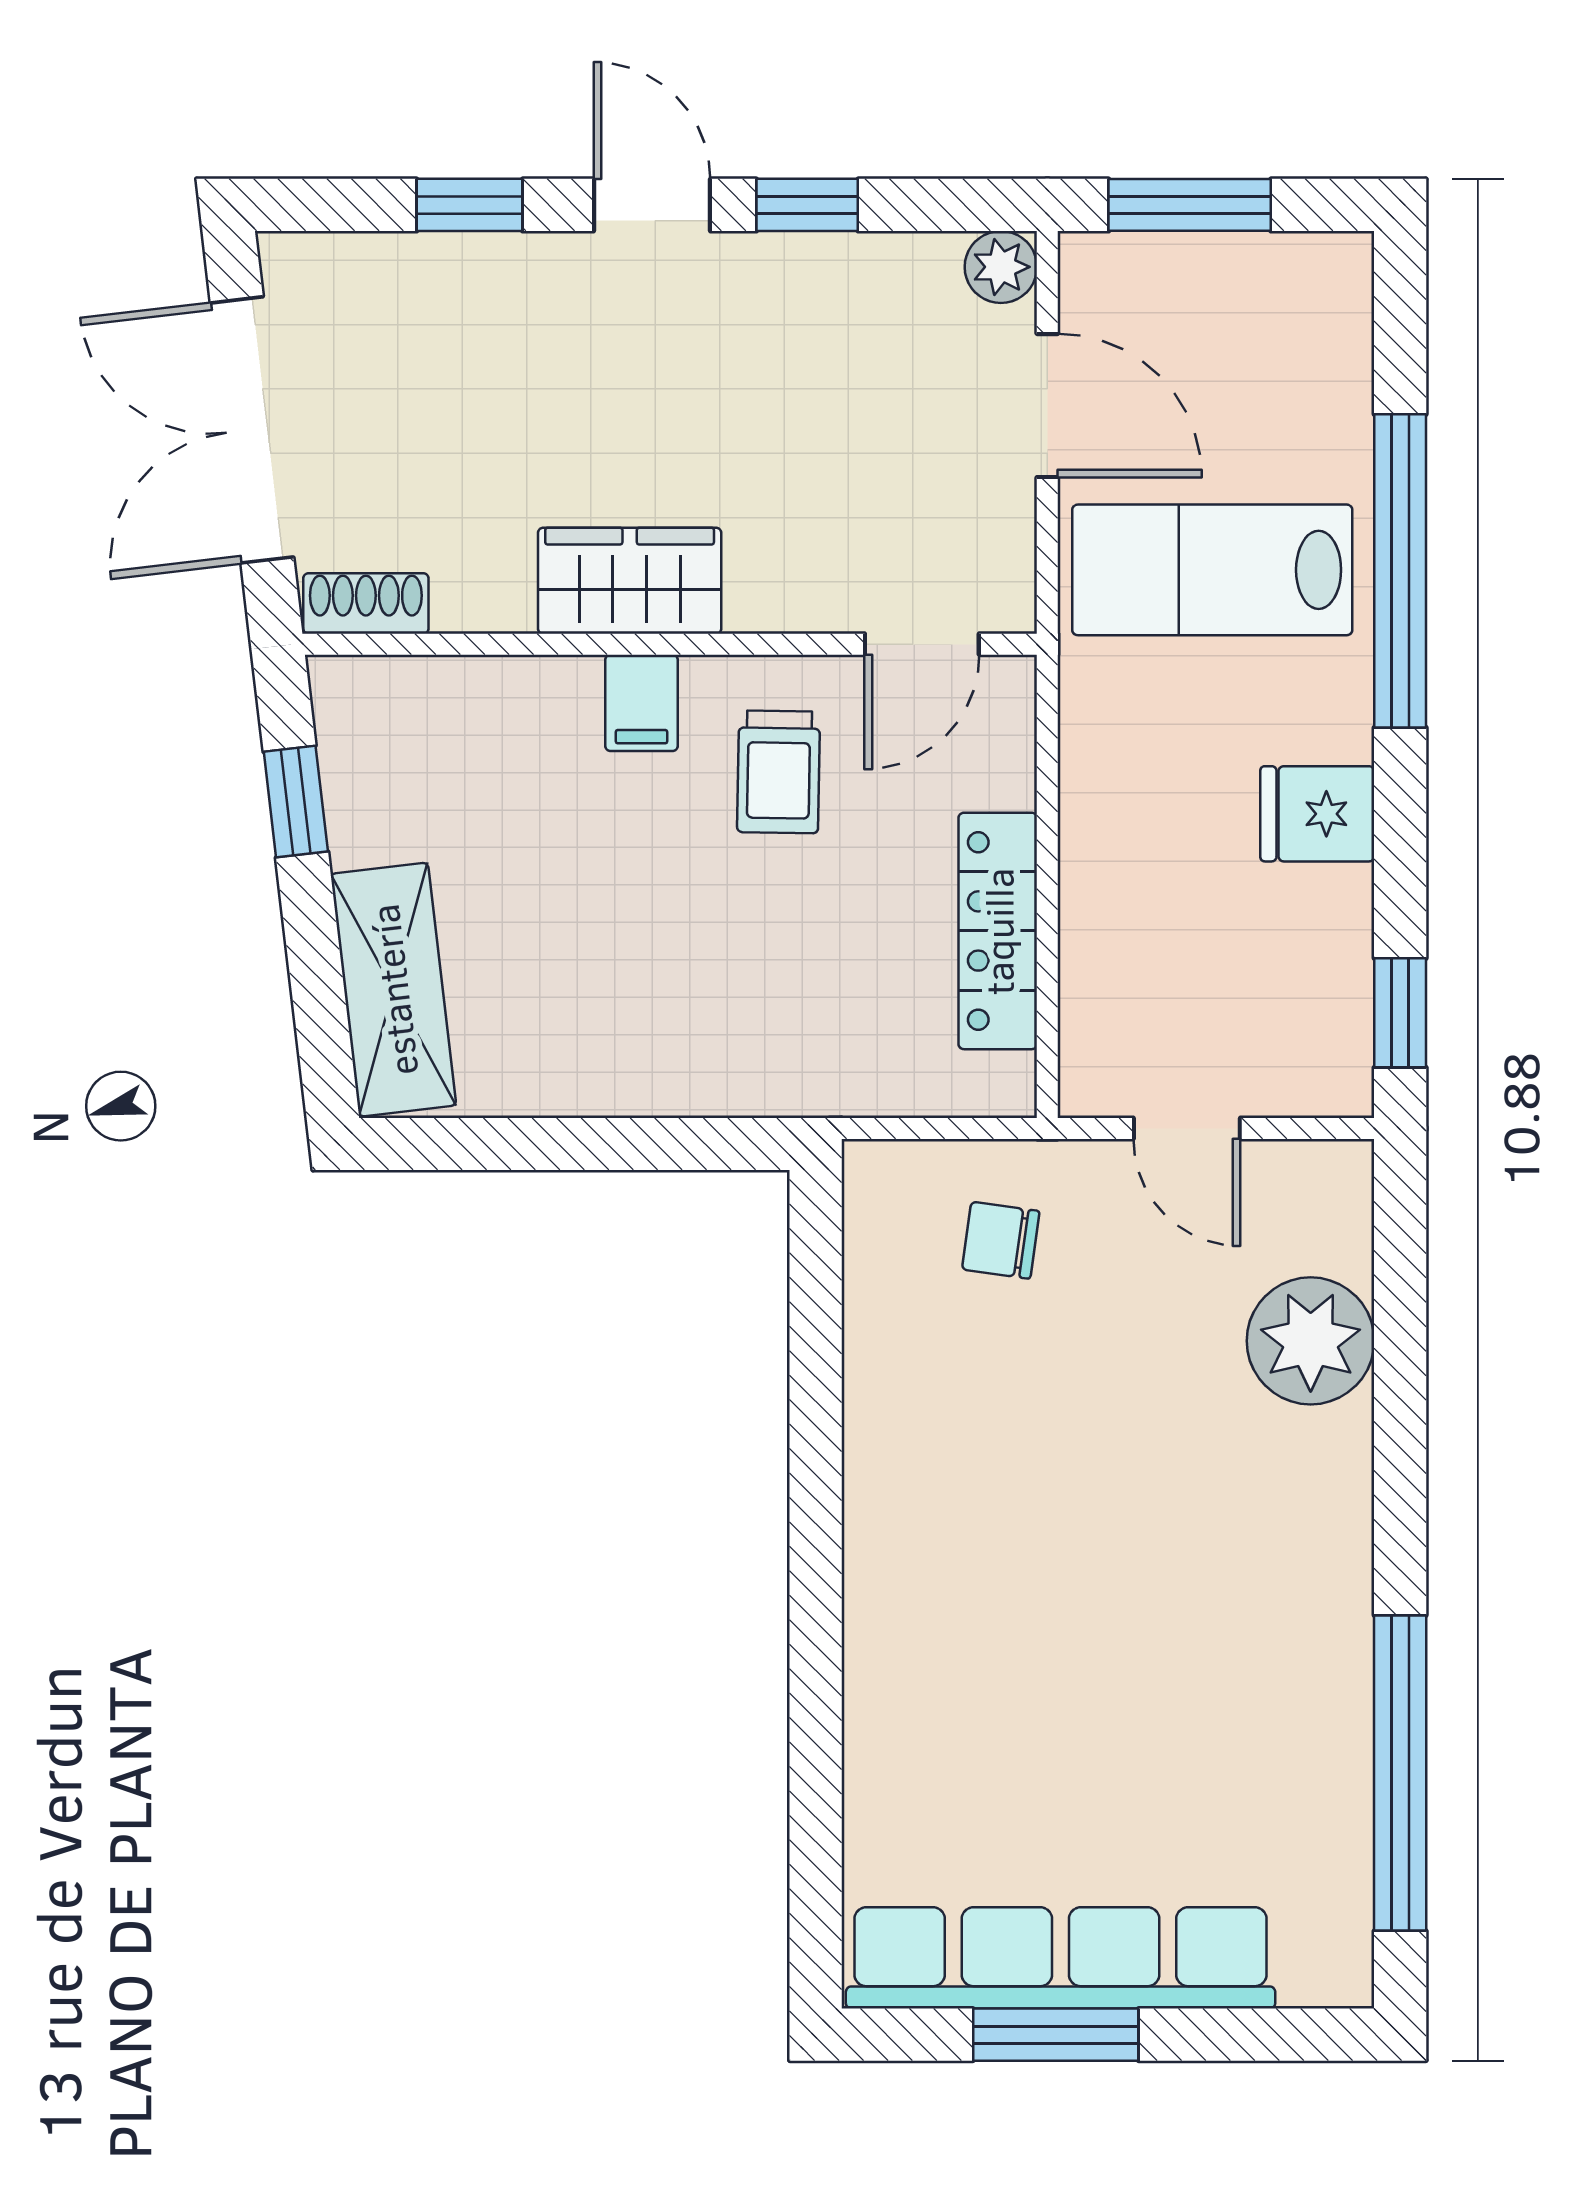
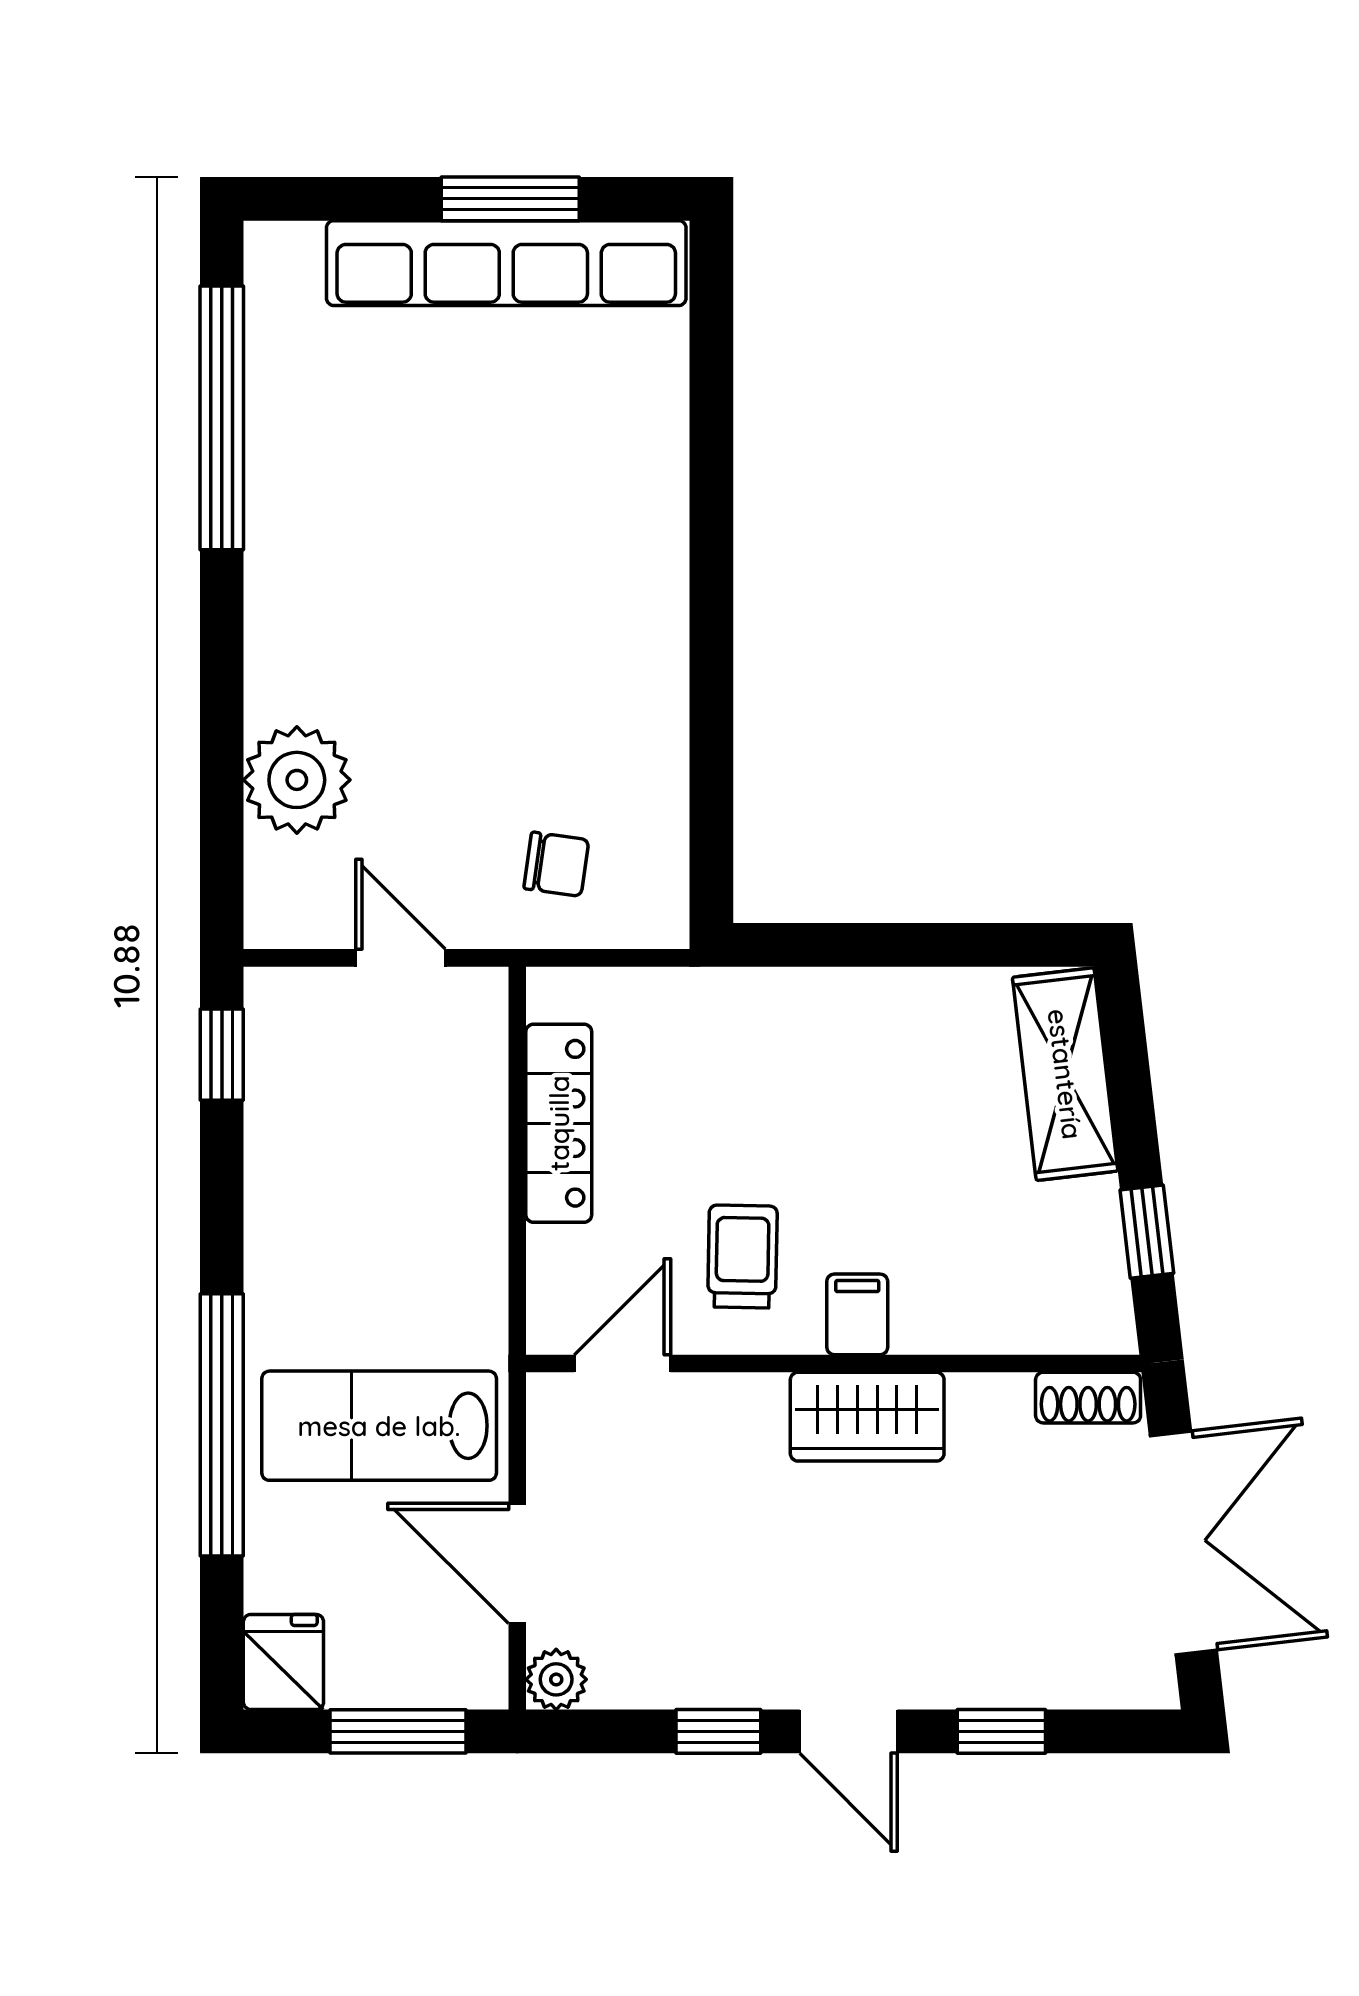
lab bench: (1212, 570) -> (379, 1426), turned 180
fridge: (1317, 814) -> (283, 1662), moved, turned -90

